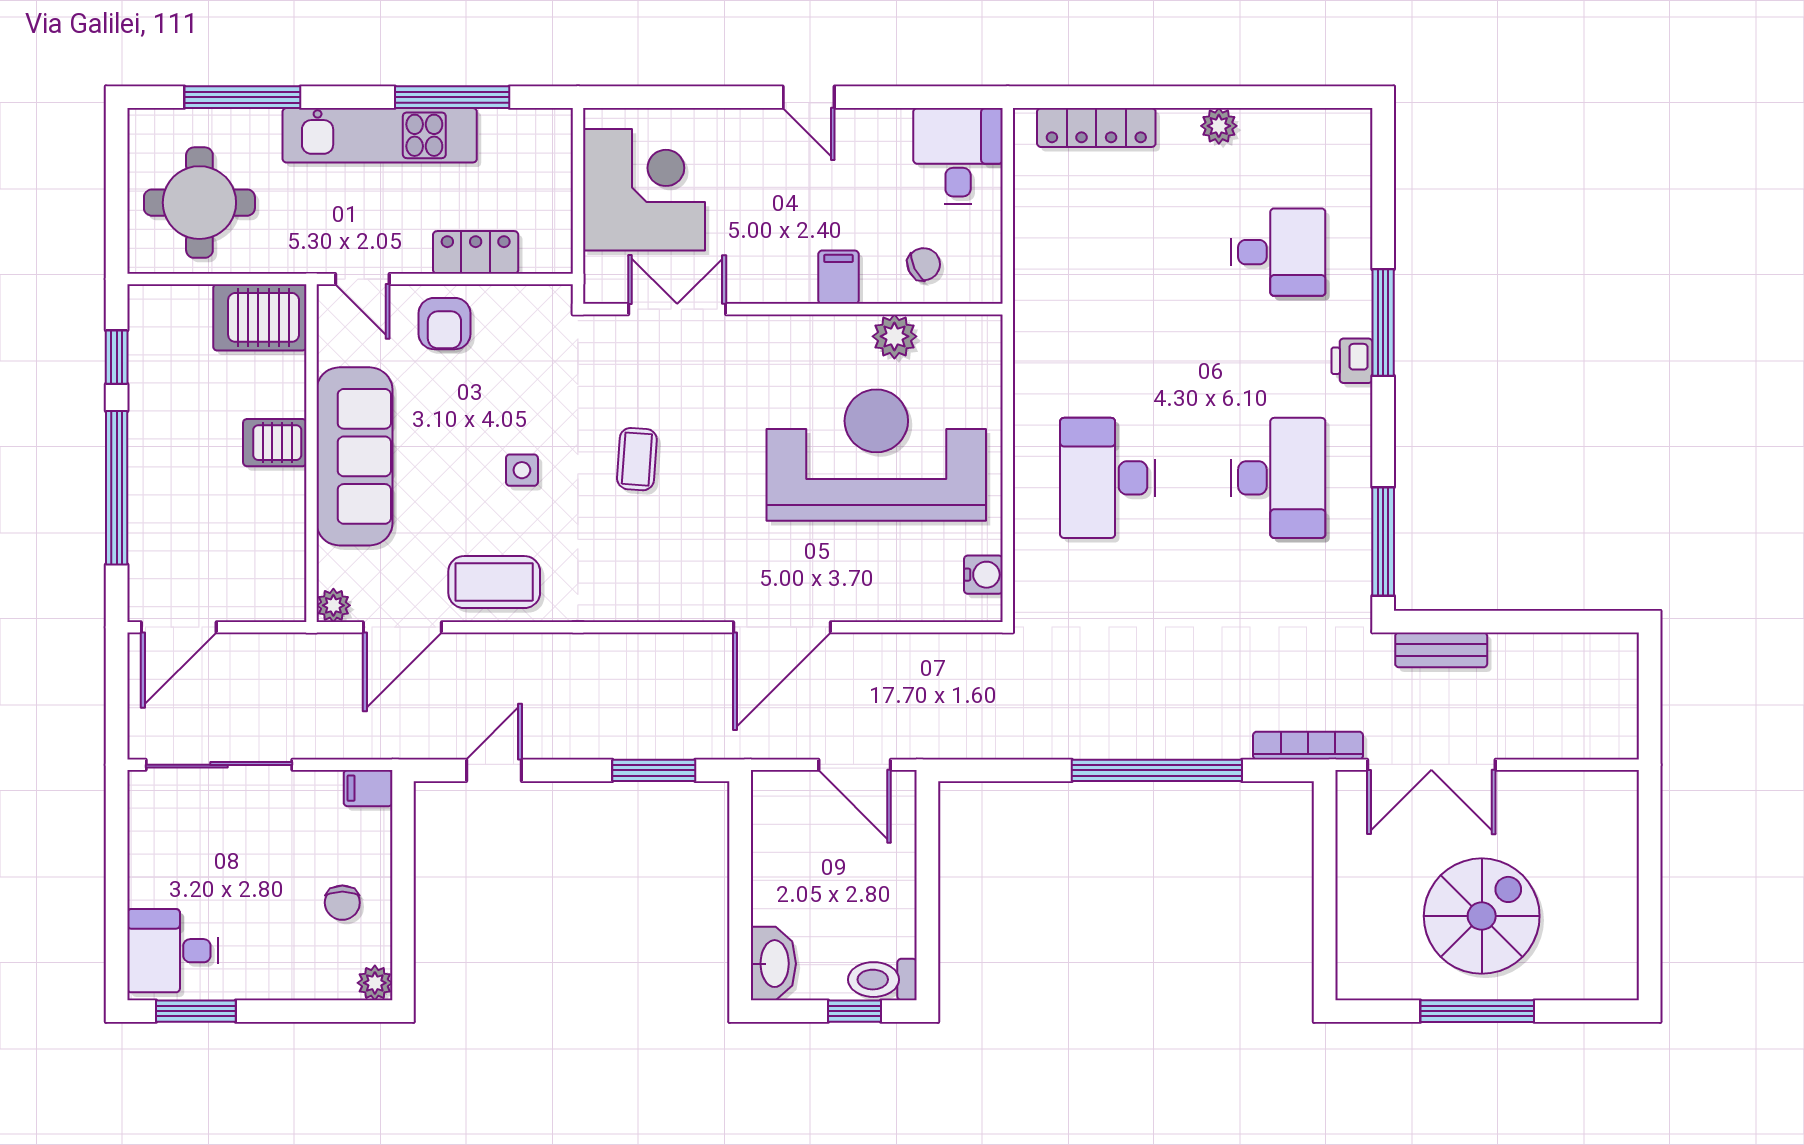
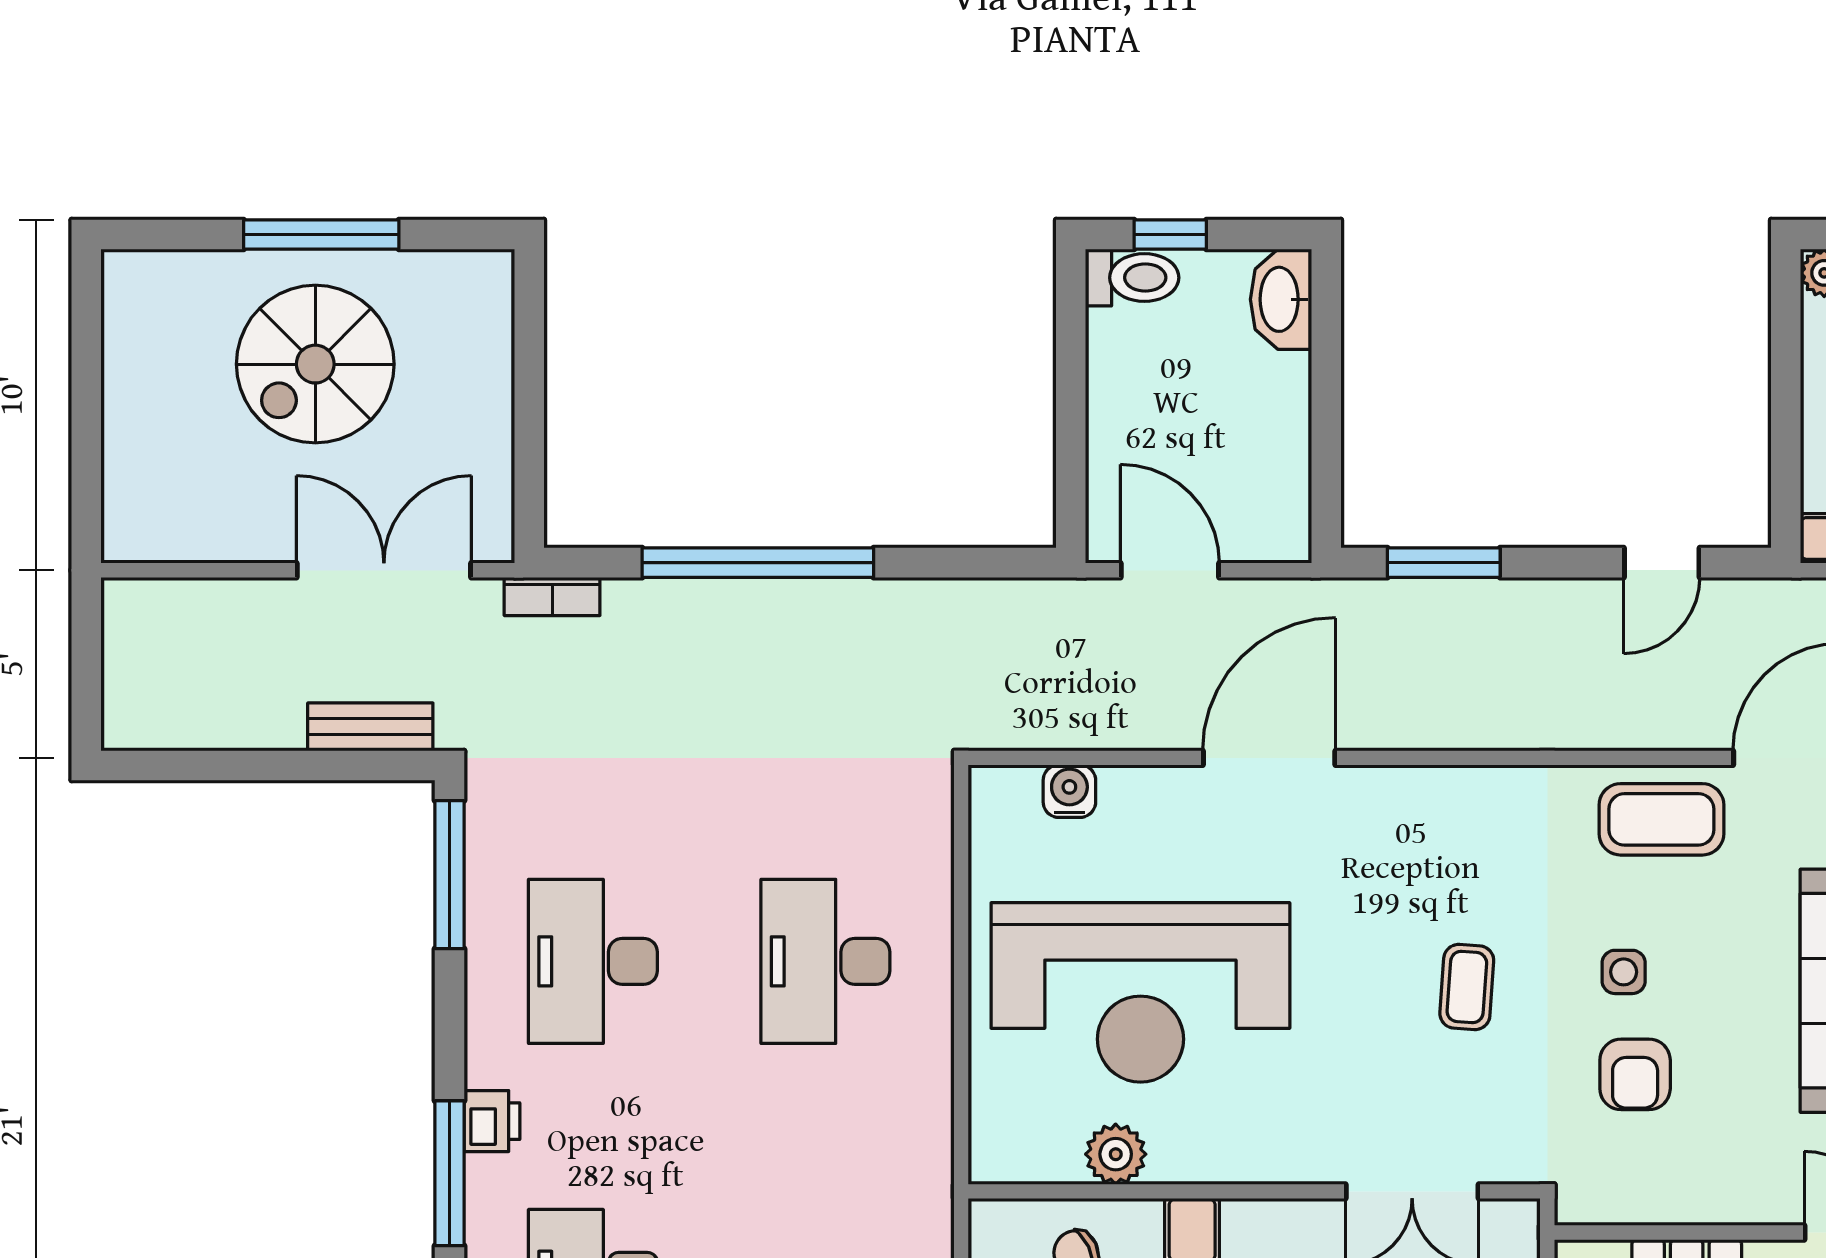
armchair: (444, 324) -> (1635, 1074), moved, turned 180
desk: (1107, 478) -> (825, 961), turned 180
water cooler: (983, 575) -> (1069, 791), moved, turned 90
bookcase: (1308, 746) -> (552, 596), width x0.64

